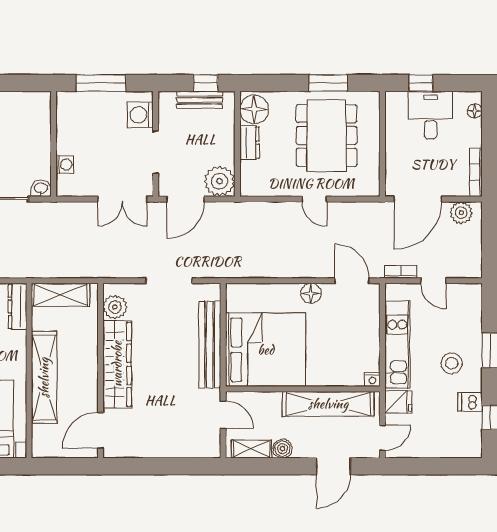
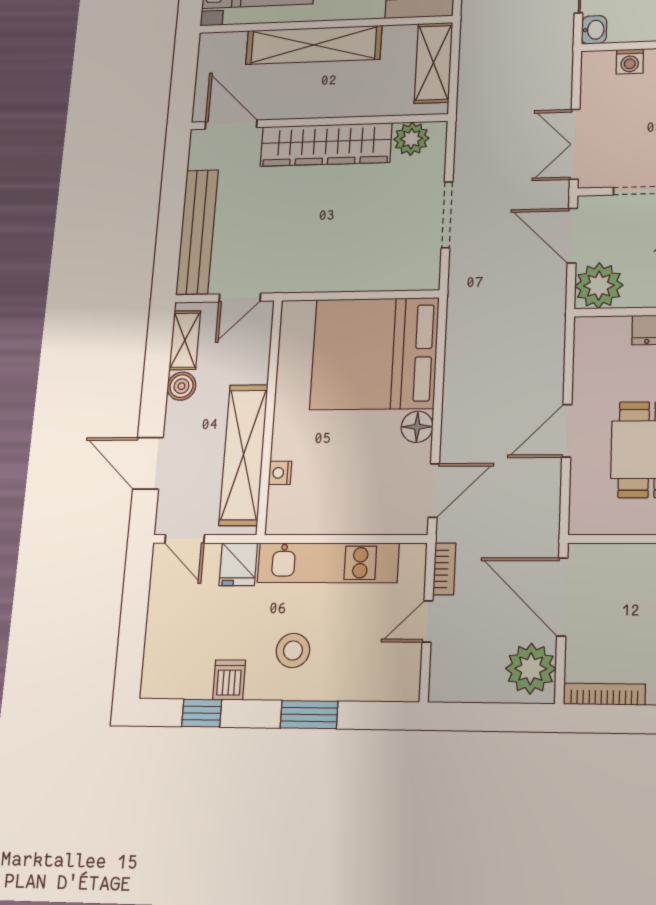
door: (314, 199) -> (567, 431), width x1.38
plant: (461, 213) -> (531, 669), width x1.36, depth x1.36
bench: (210, 345) -> (197, 232), moved, turned 90
bed: (266, 350) -> (375, 353), moved, turned 90
nightstand: (372, 379) -> (280, 473), moved

